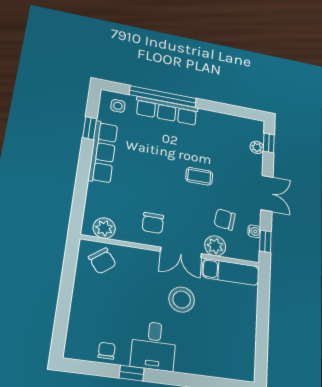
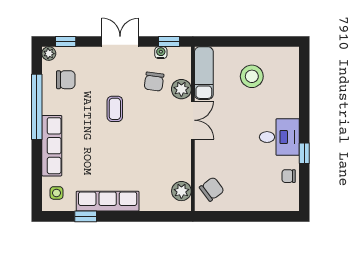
window: (163, 97) -> (37, 107), moved
plant: (257, 147) -> (49, 54), moved
chair: (153, 223) -> (66, 80), moved
stool: (182, 300) -> (252, 76), moved

